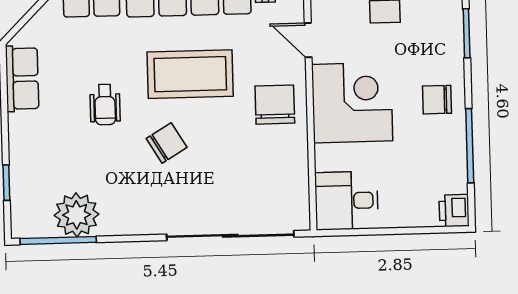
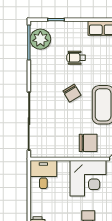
wheelchair: (105, 105) -> (76, 58), moved
plant: (77, 215) -> (40, 39), moved

